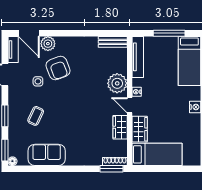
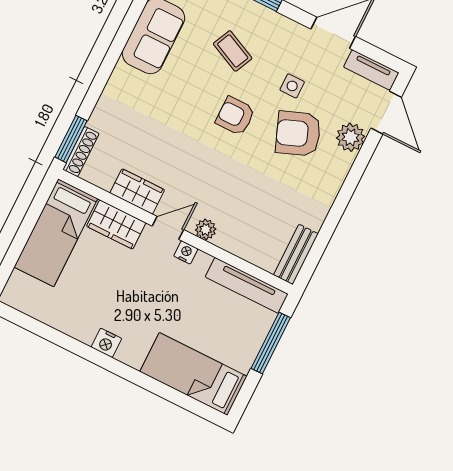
door: (29, 33) -> (386, 113), swing flipped
window: (169, 33) -> (271, 343), moved
plant: (117, 83) -> (206, 229), width x0.53, depth x0.53
armchair: (64, 100) -> (235, 116), added

